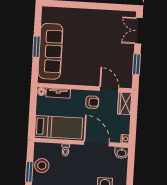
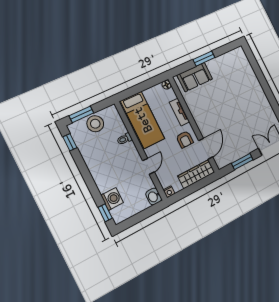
sofa: (50, 51) -> (195, 77), width x0.54, depth x0.79
tv unit: (58, 93) -> (179, 112), moved
wardrobe: (125, 103) -> (196, 174), width x1.50
door: (97, 143) -> (148, 166), width x0.53

